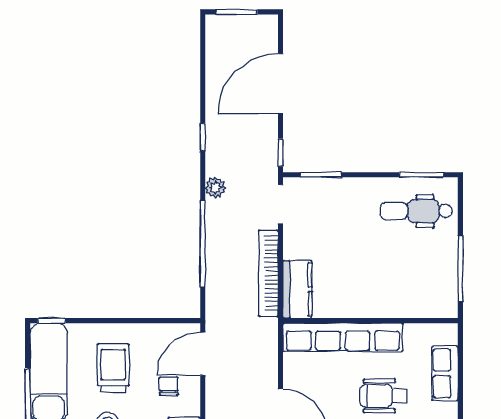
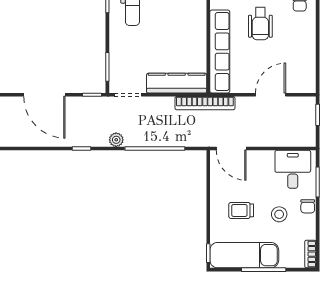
bookcase: (268, 273) -> (205, 103), moved
kitchen counter: (297, 289) -> (177, 83), width x1.50
trolley: (113, 368) -> (241, 210), width x0.73, depth x0.72
chair: (169, 386) -> (254, 172), removed

